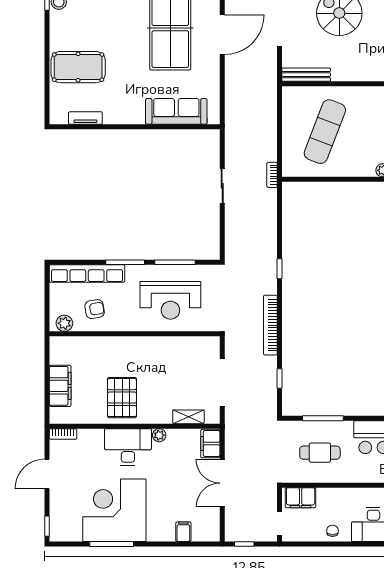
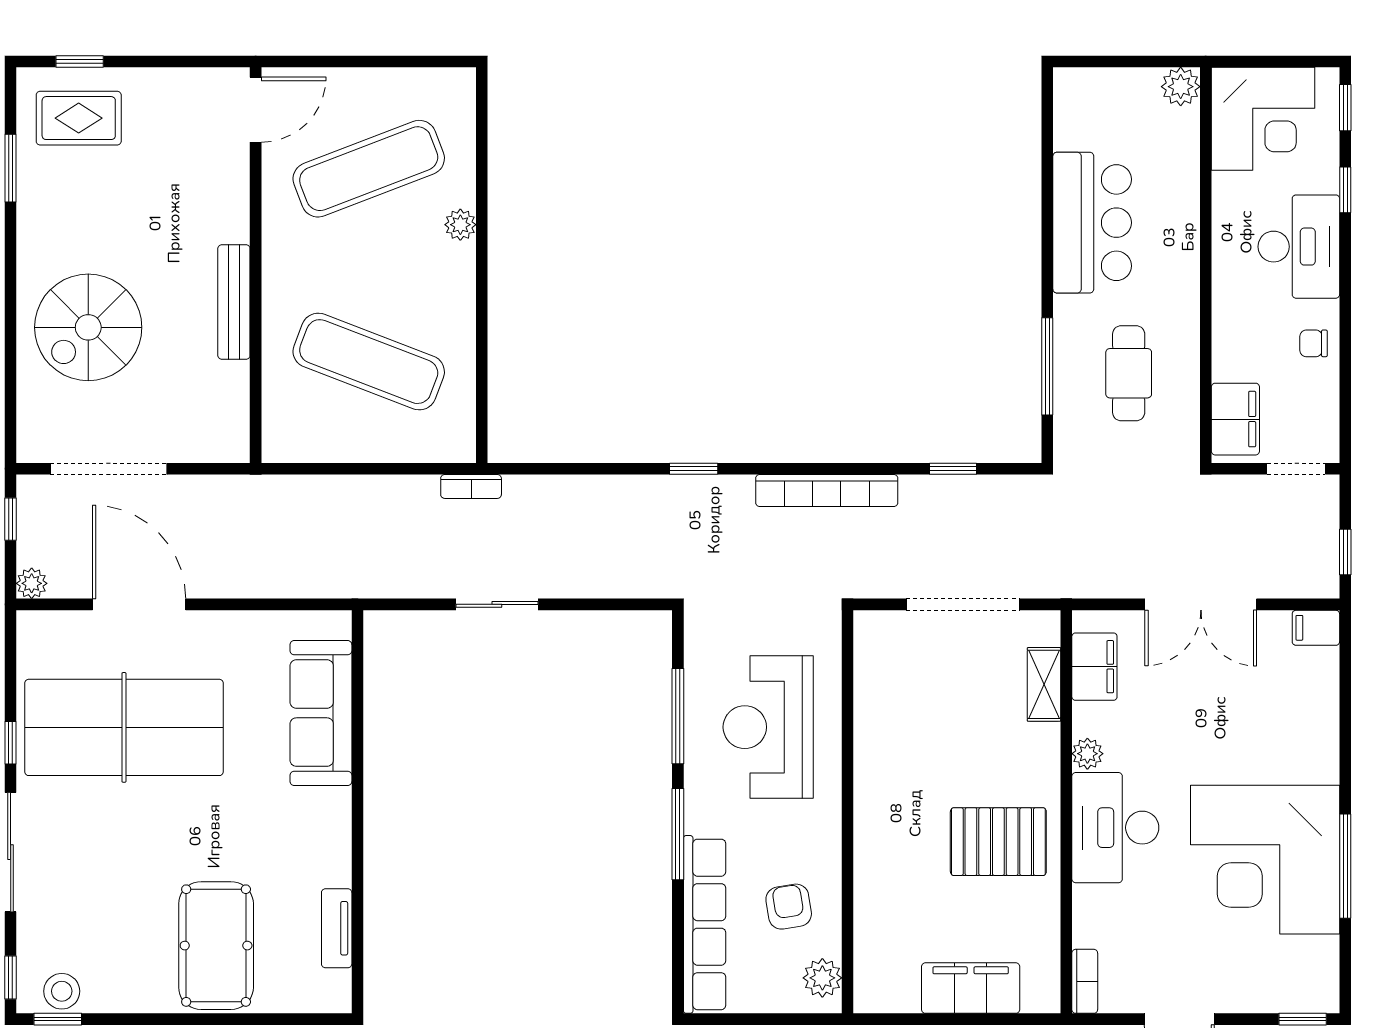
bench: (306, 75) -> (234, 302), moved
reception desk: (170, 300) -> (768, 727), turned 180
filing cabinet: (210, 444) -> (1094, 667), moved, turned -90
filing cabinet: (183, 532) -> (1316, 628), moved

